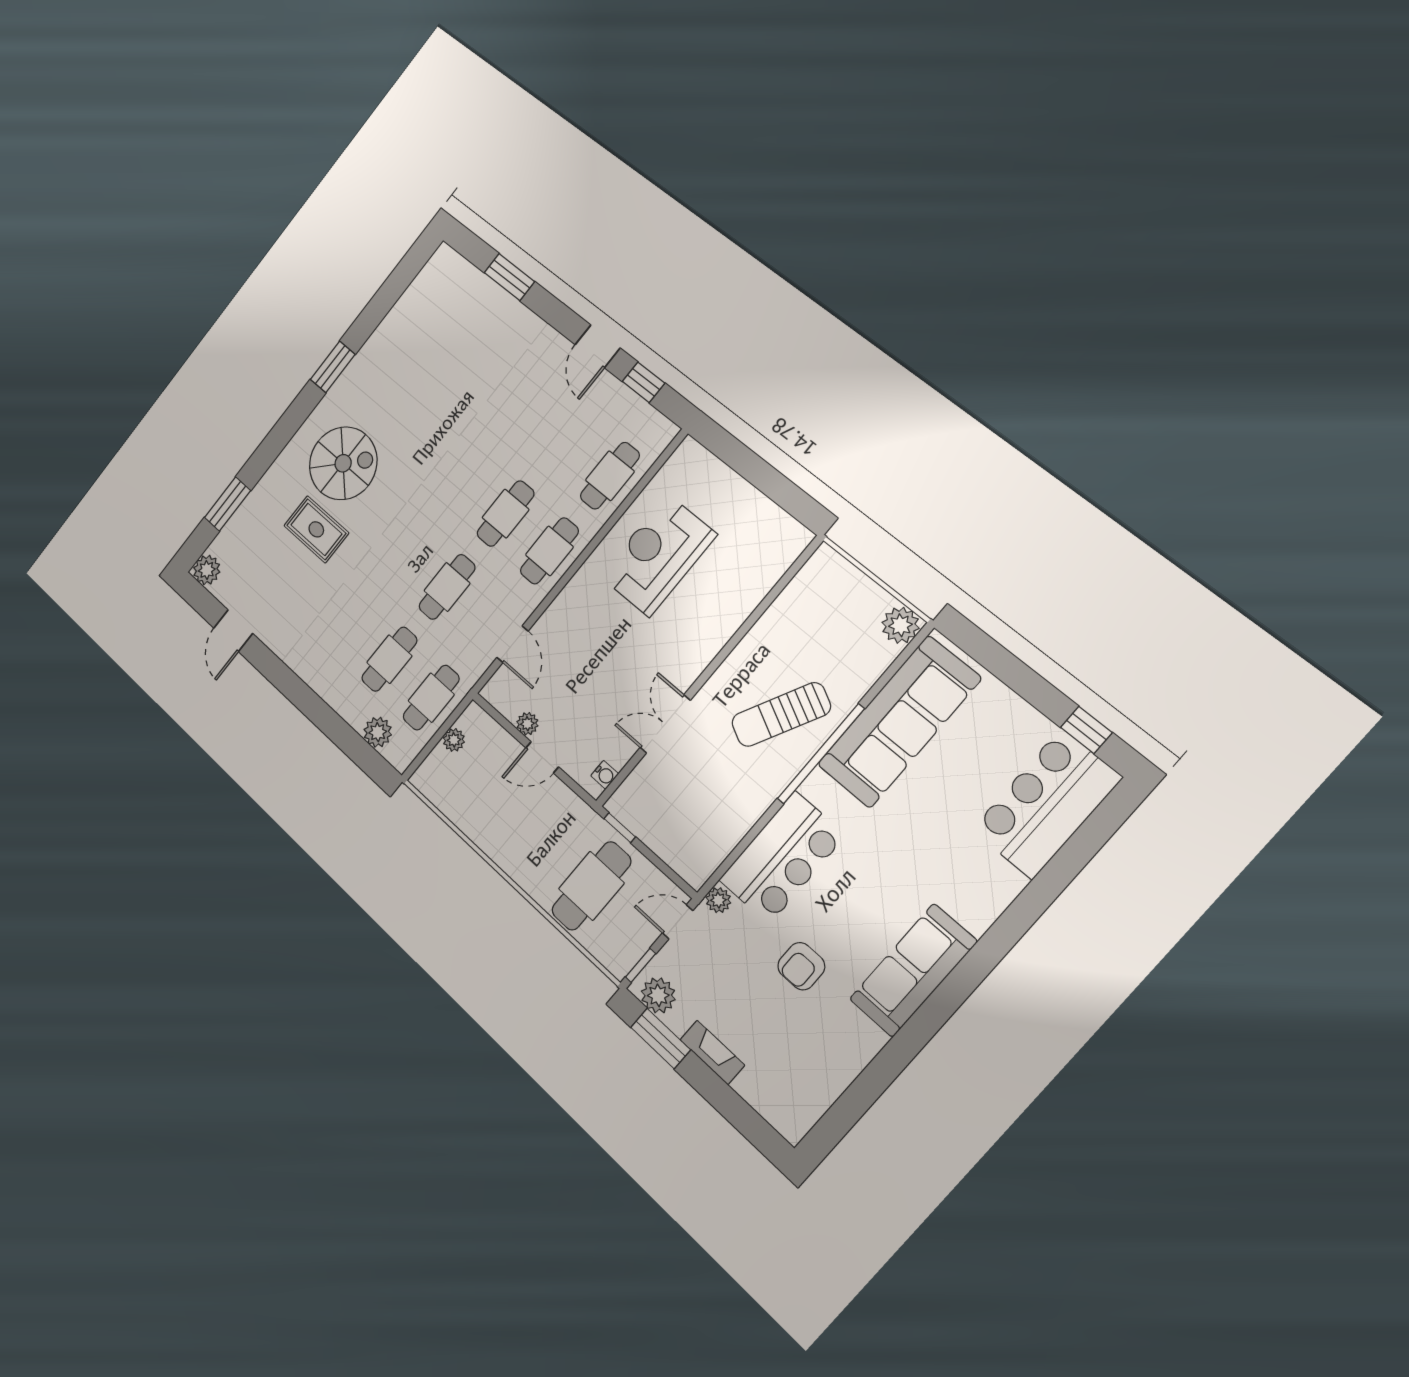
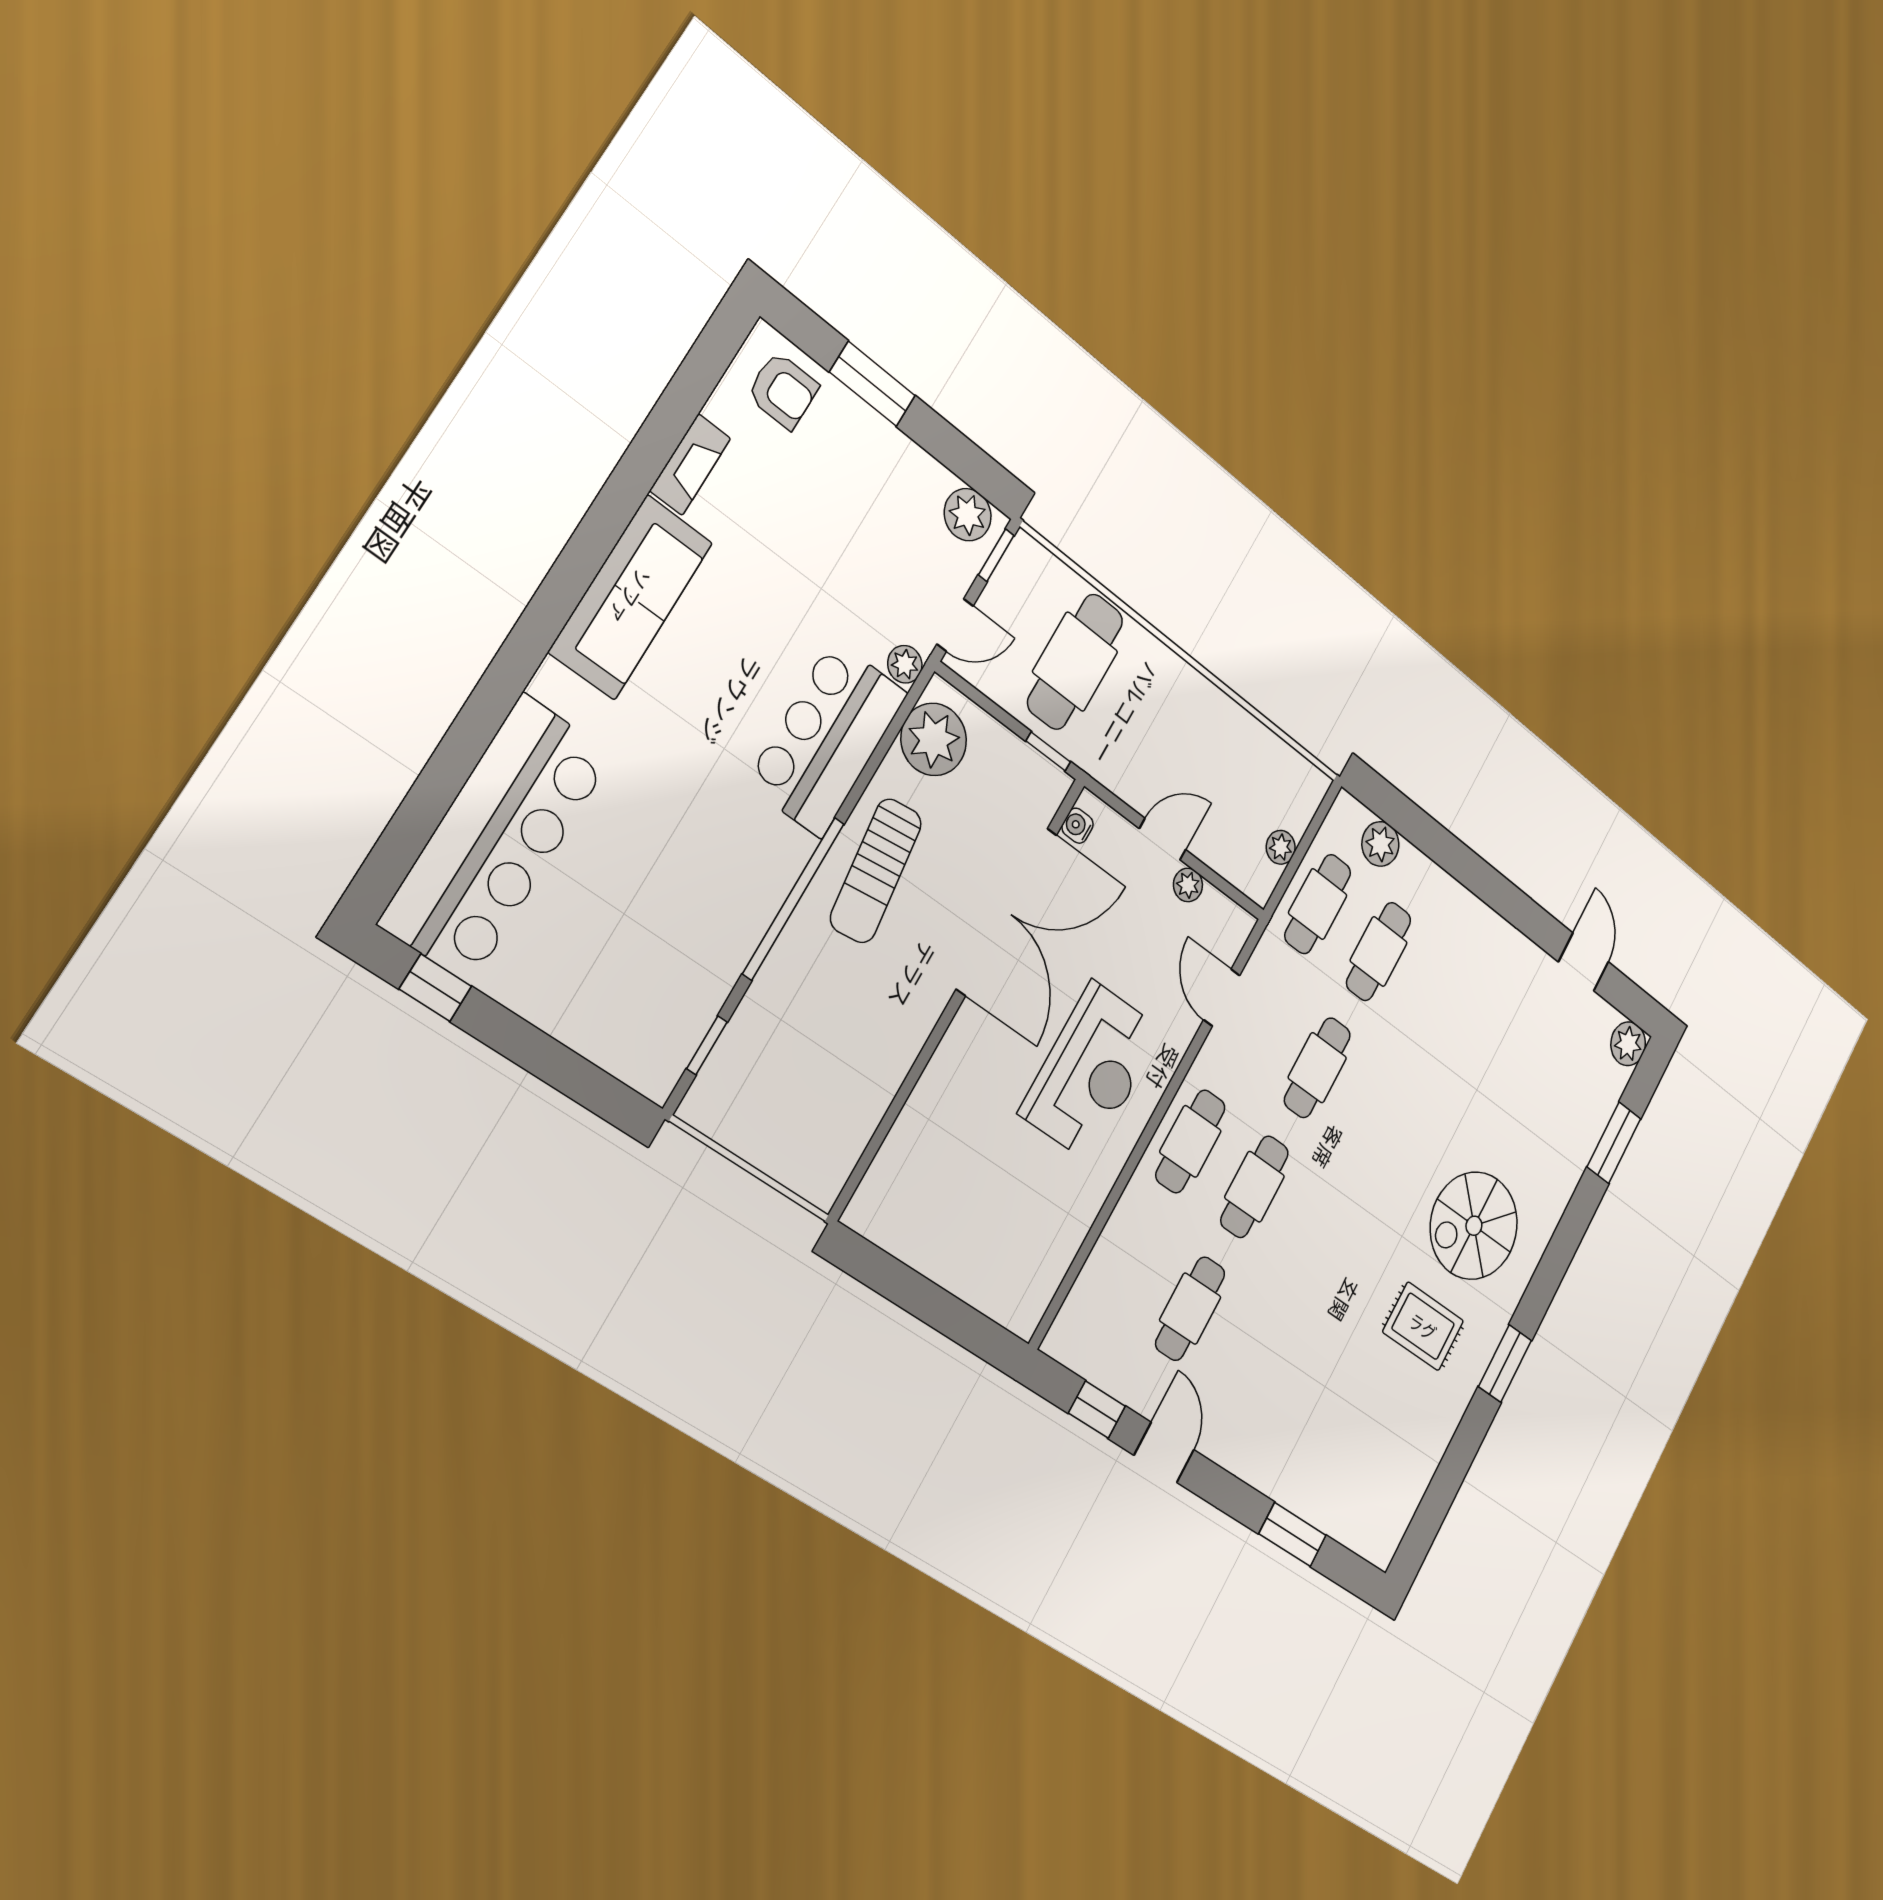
cafe table: (610, 476) -> (1190, 1309), moved
rug: (316, 529) -> (1423, 1326), moved
reception desk: (658, 555) -> (1091, 1071), moved
plant: (900, 625) -> (934, 739), moved, width x1.36, depth x1.36
window: (897, 665) -> (707, 1045), added
sun lounger: (781, 715) -> (876, 871), moved, turned 146
sofa: (899, 722) -> (694, 961), removed
double door: (665, 724) -> (1007, 912), width x1.87
bar counter: (1046, 804) -> (497, 838), width x1.36
armchair: (801, 966) -> (783, 391), moved, turned 90
window: (660, 1038) -> (872, 384), moved
fireplace: (712, 1052) -> (690, 464), moved, turned -90

